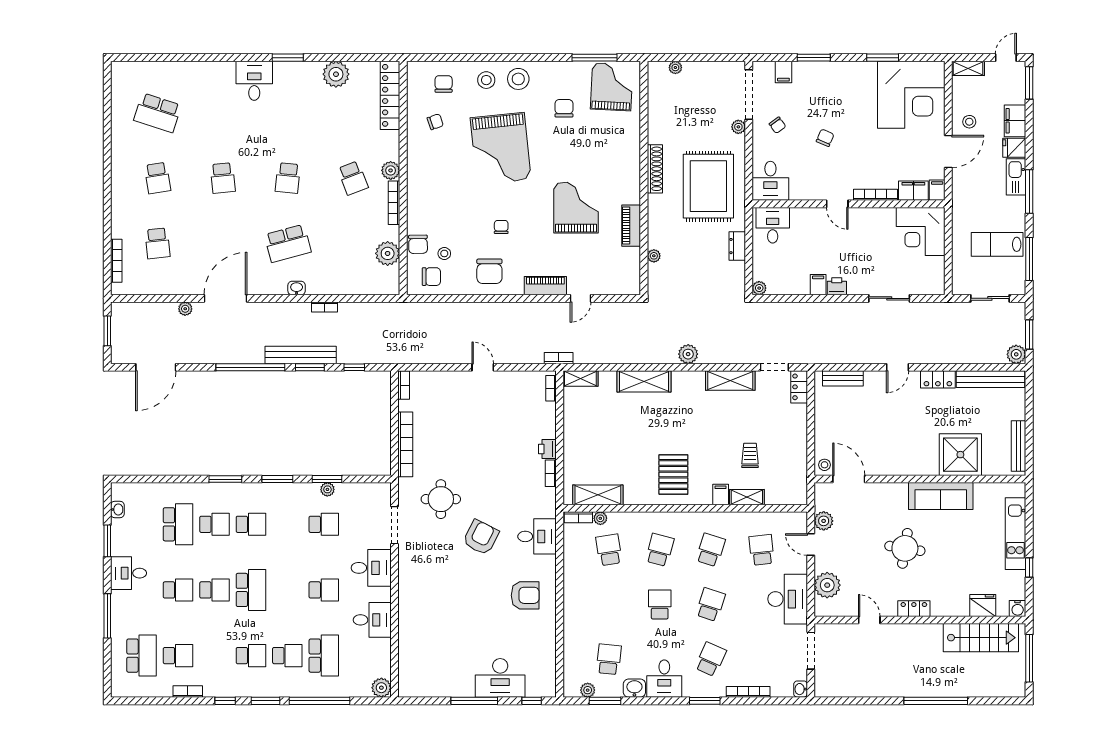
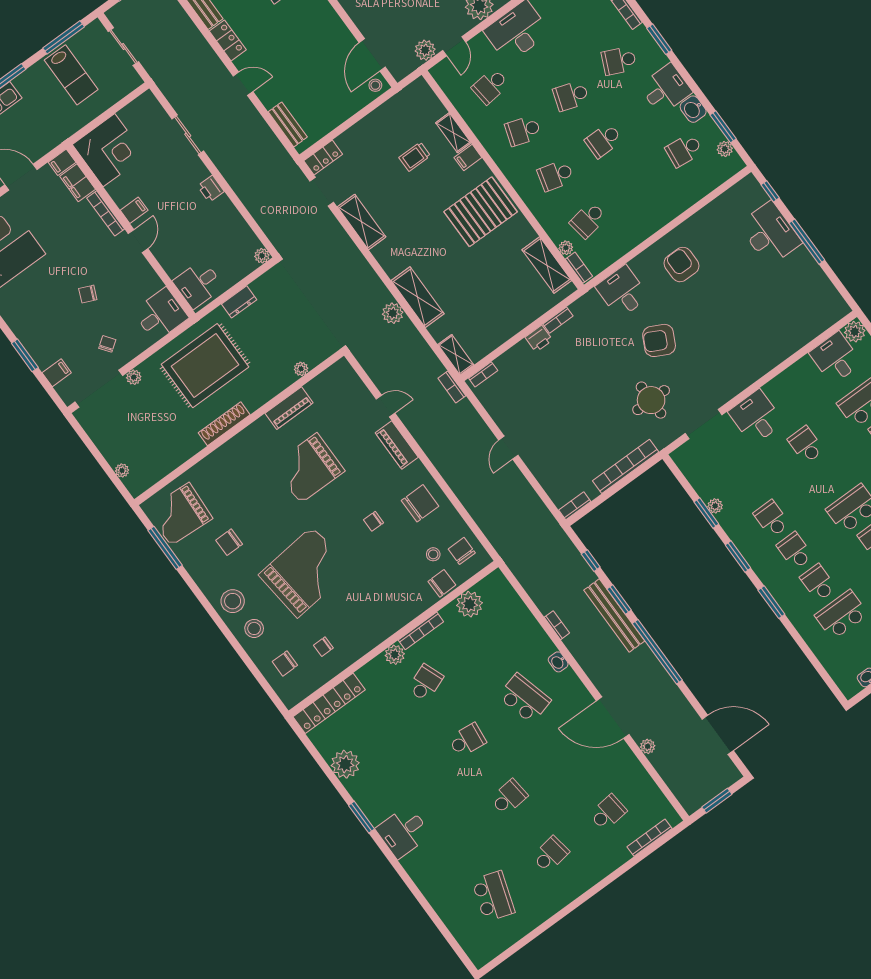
chair: (435, 122) -> (323, 647), turned -71
filing cabinet: (818, 285) -> (134, 210), moved, turned 180
plant: (688, 354) -> (393, 313), moved
pallet: (673, 474) -> (481, 212), width x1.37, depth x1.41
school desk: (324, 524) -> (771, 519), moved
desk: (372, 620) -> (835, 358), moved

